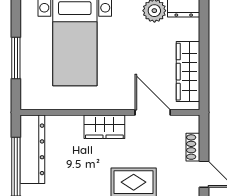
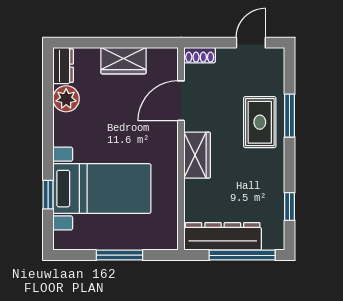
wardrobe: (188, 72) -> (124, 61), width x0.67
shoe rack: (193, 147) -> (200, 55), moved

